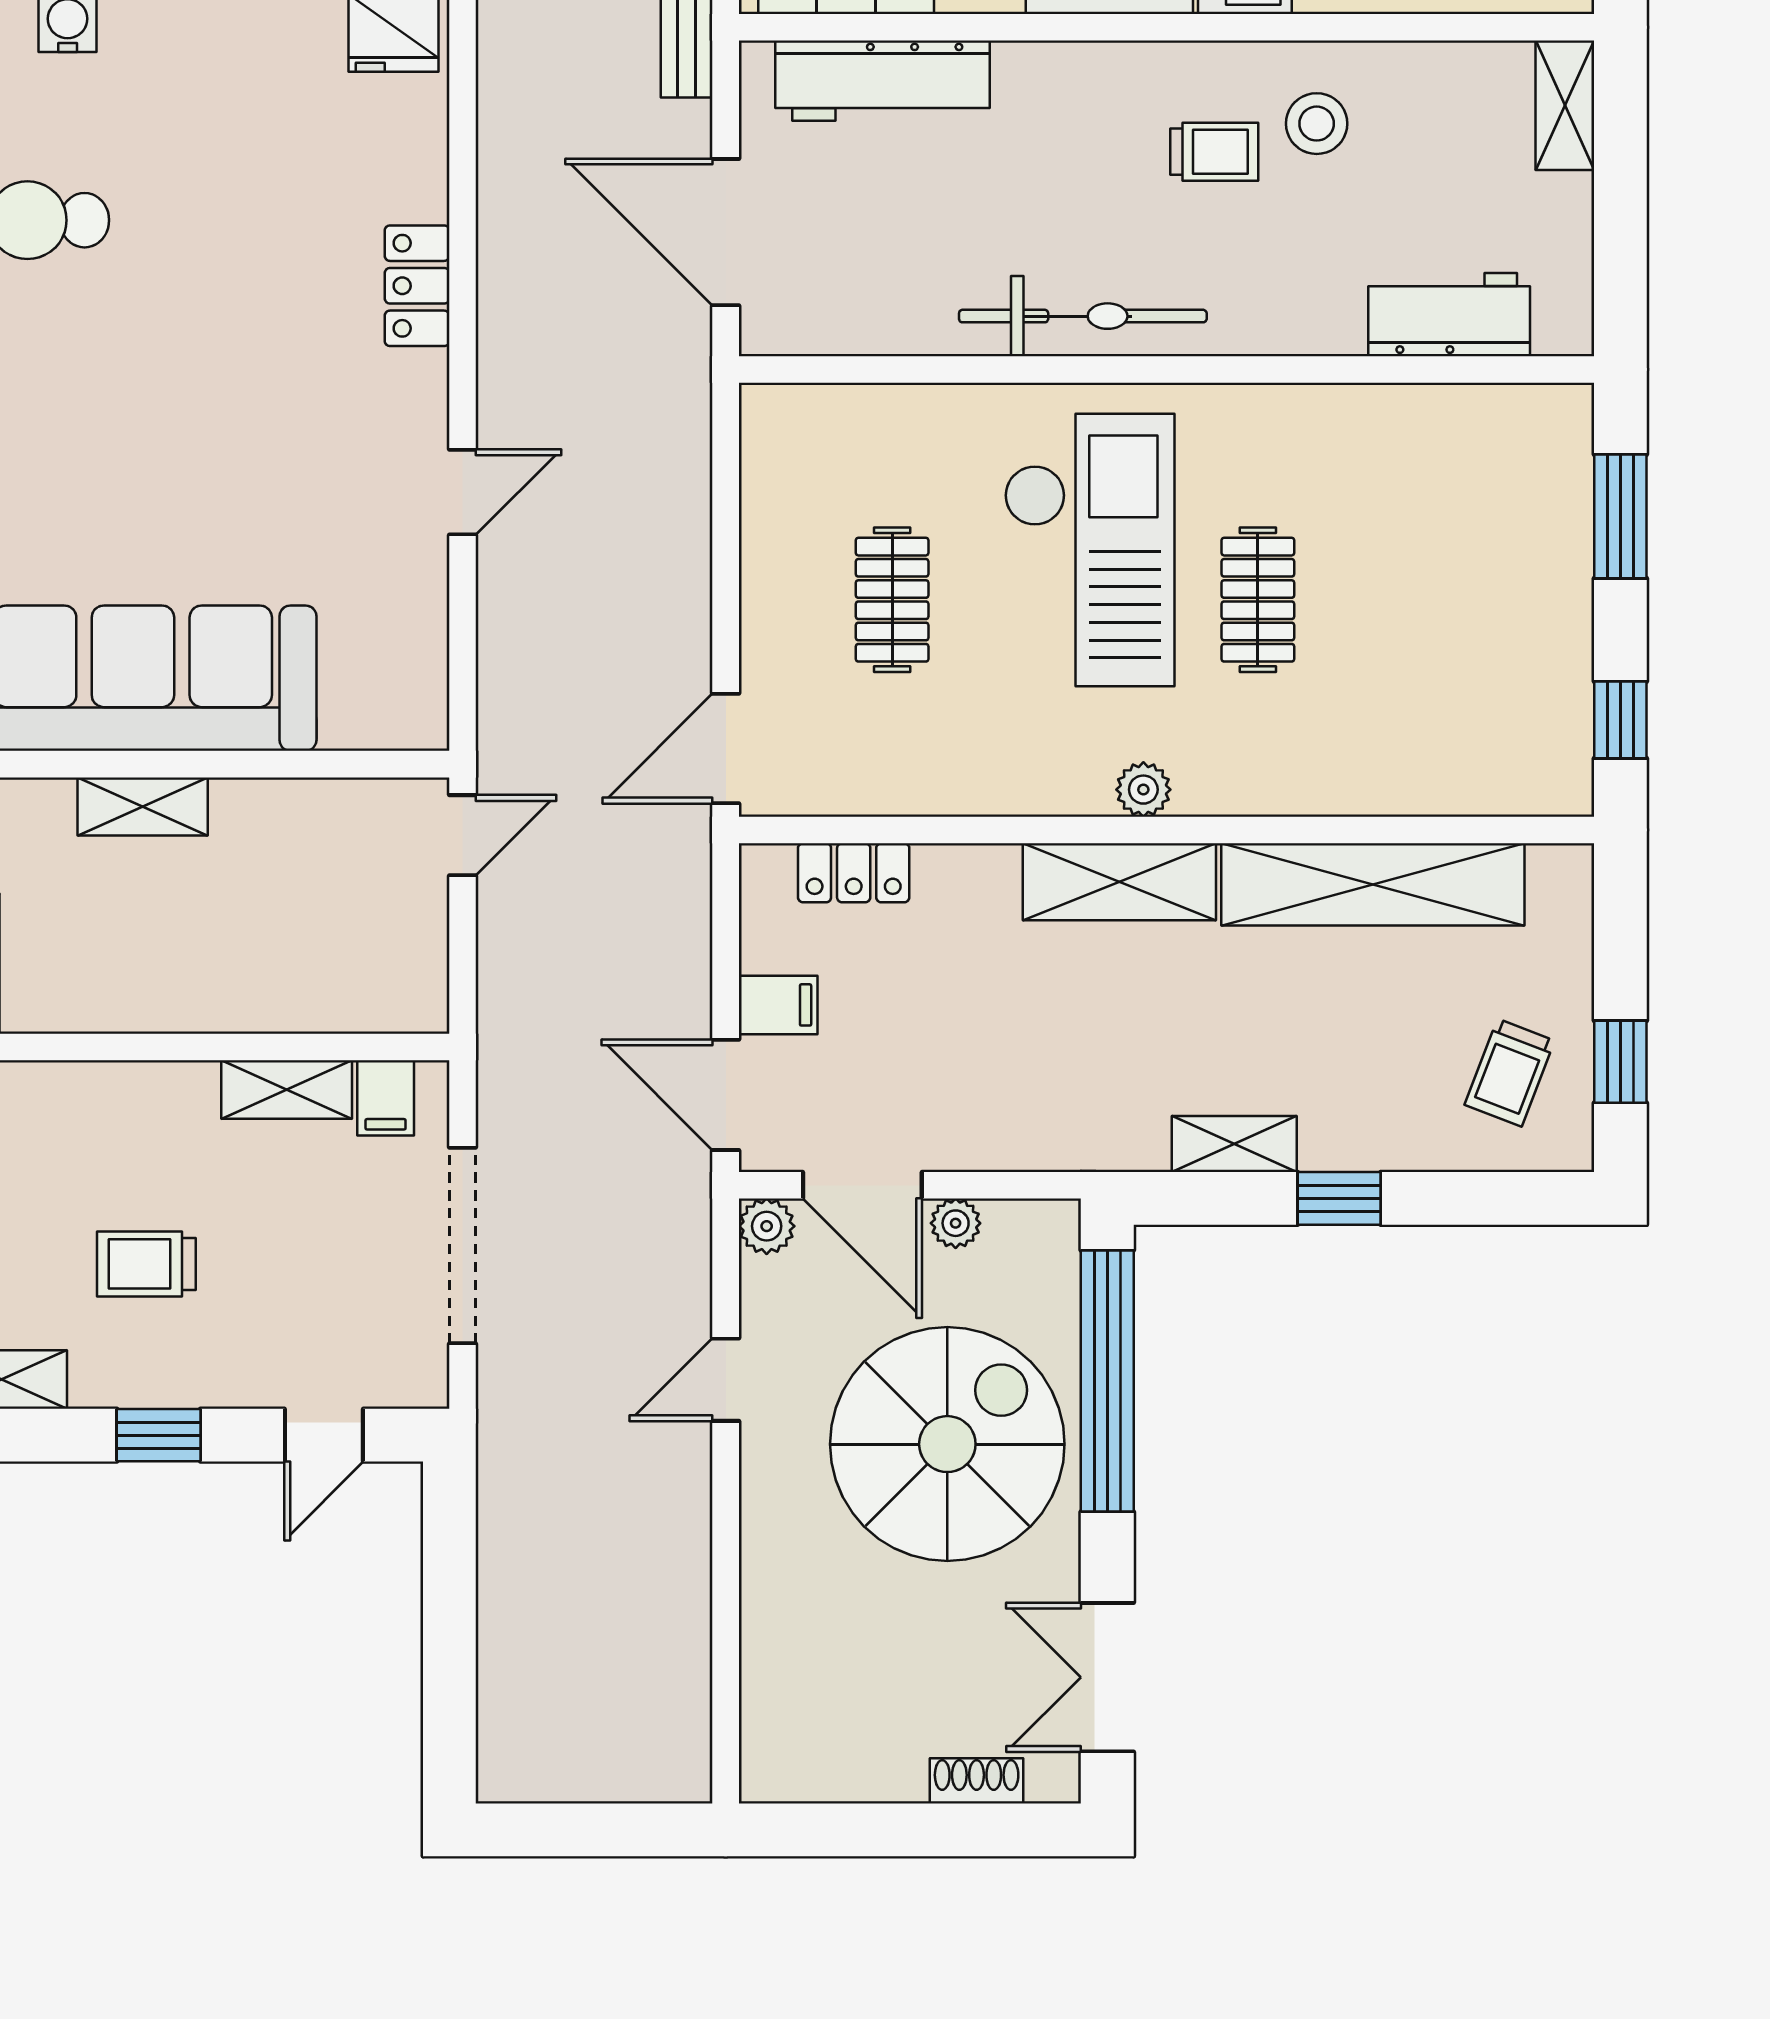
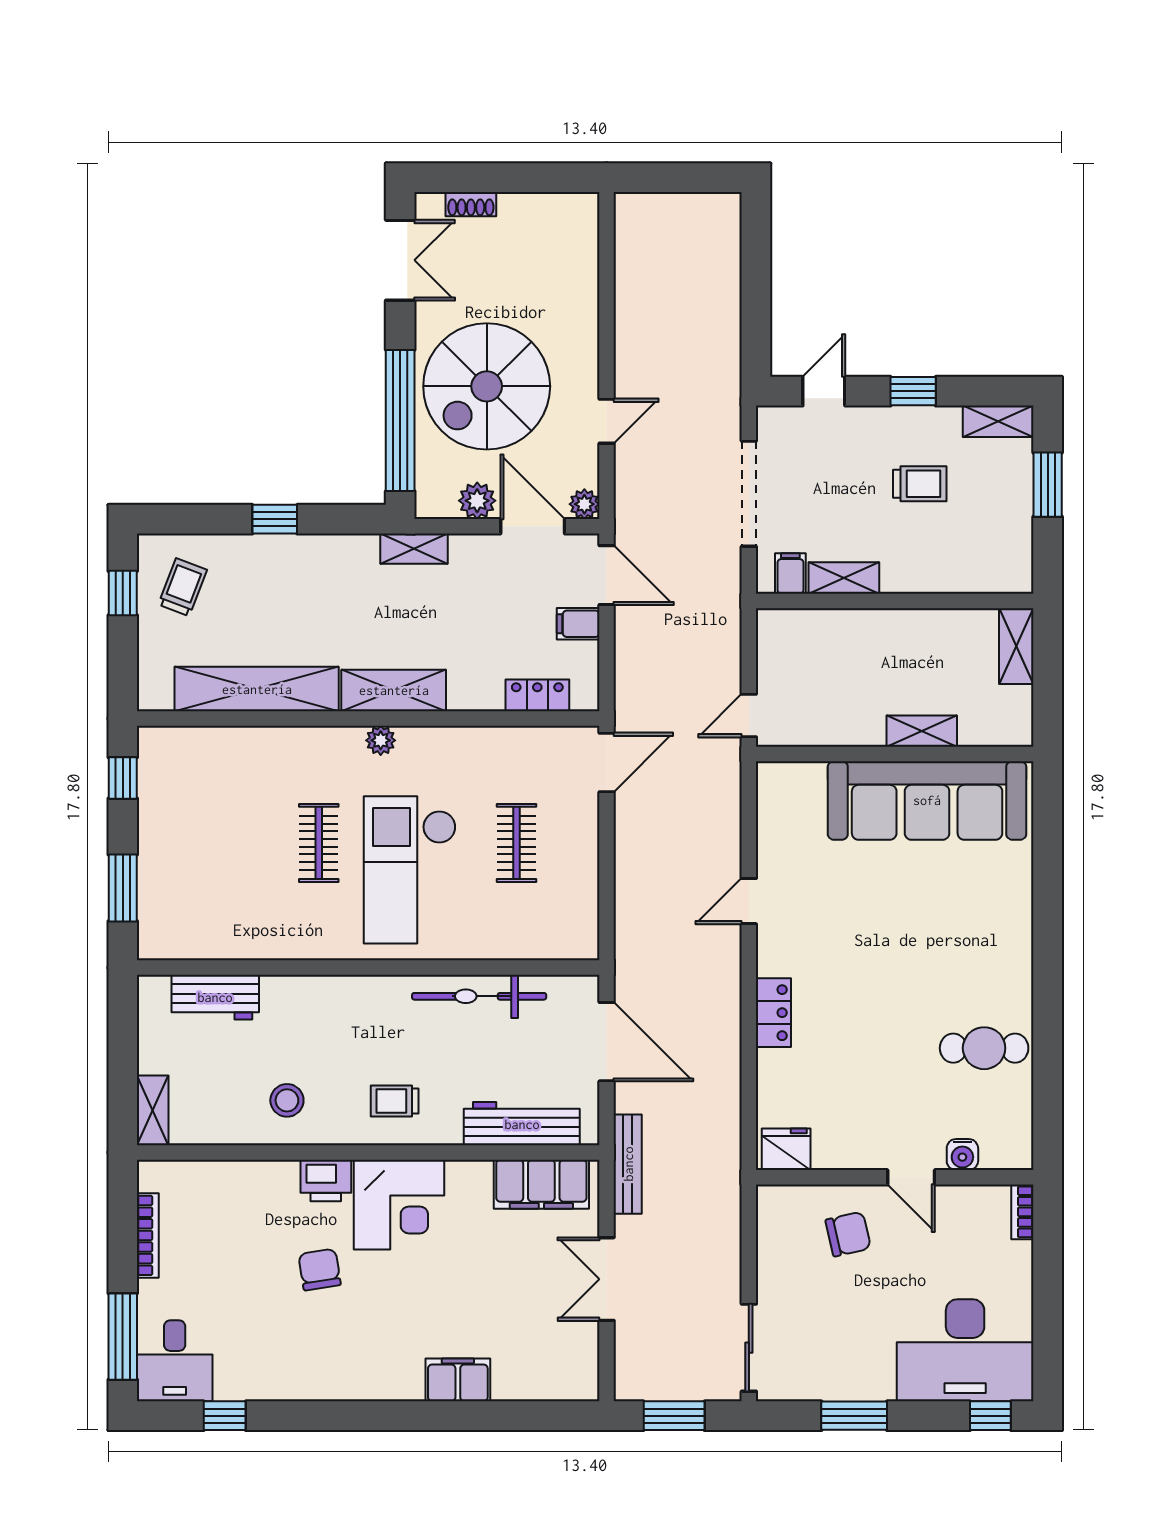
trolley: (1214, 152) -> (395, 1101), moved
bicycle: (1083, 316) -> (479, 996), moved
shelving: (1234, 1144) -> (414, 549), moved
plant: (956, 1223) -> (477, 501), width x1.38, depth x1.38

